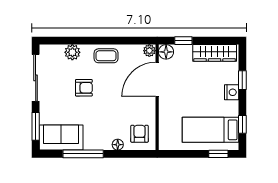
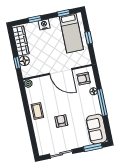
plant: (72, 52) -> (40, 133), removed
floor lamp: (166, 52) -> (24, 61), moved
sliding door: (36, 78) -> (61, 154), width x0.73
door: (157, 79) -> (61, 72), moved
window: (83, 154) -> (102, 102), moved
window: (218, 154) -> (89, 38), moved

